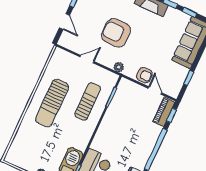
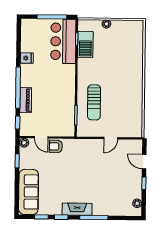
armchair: (116, 33) -> (96, 172), removed
plant: (119, 67) -> (24, 143), moved
sun lounger: (52, 103) -> (124, 87), removed
piano: (164, 112) -> (26, 100), moved

